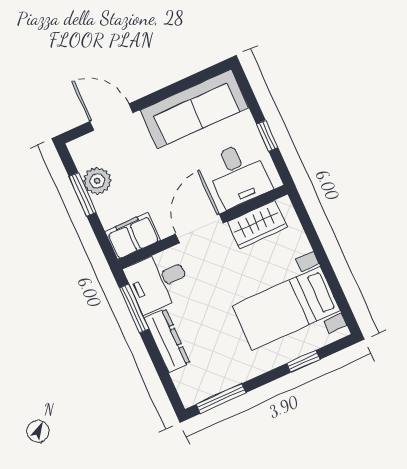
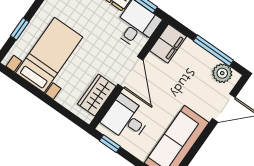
window: (267, 136) -> (110, 144), moved
plant: (97, 181) -> (222, 73), moved
window: (82, 194) -> (213, 51), width x1.44

